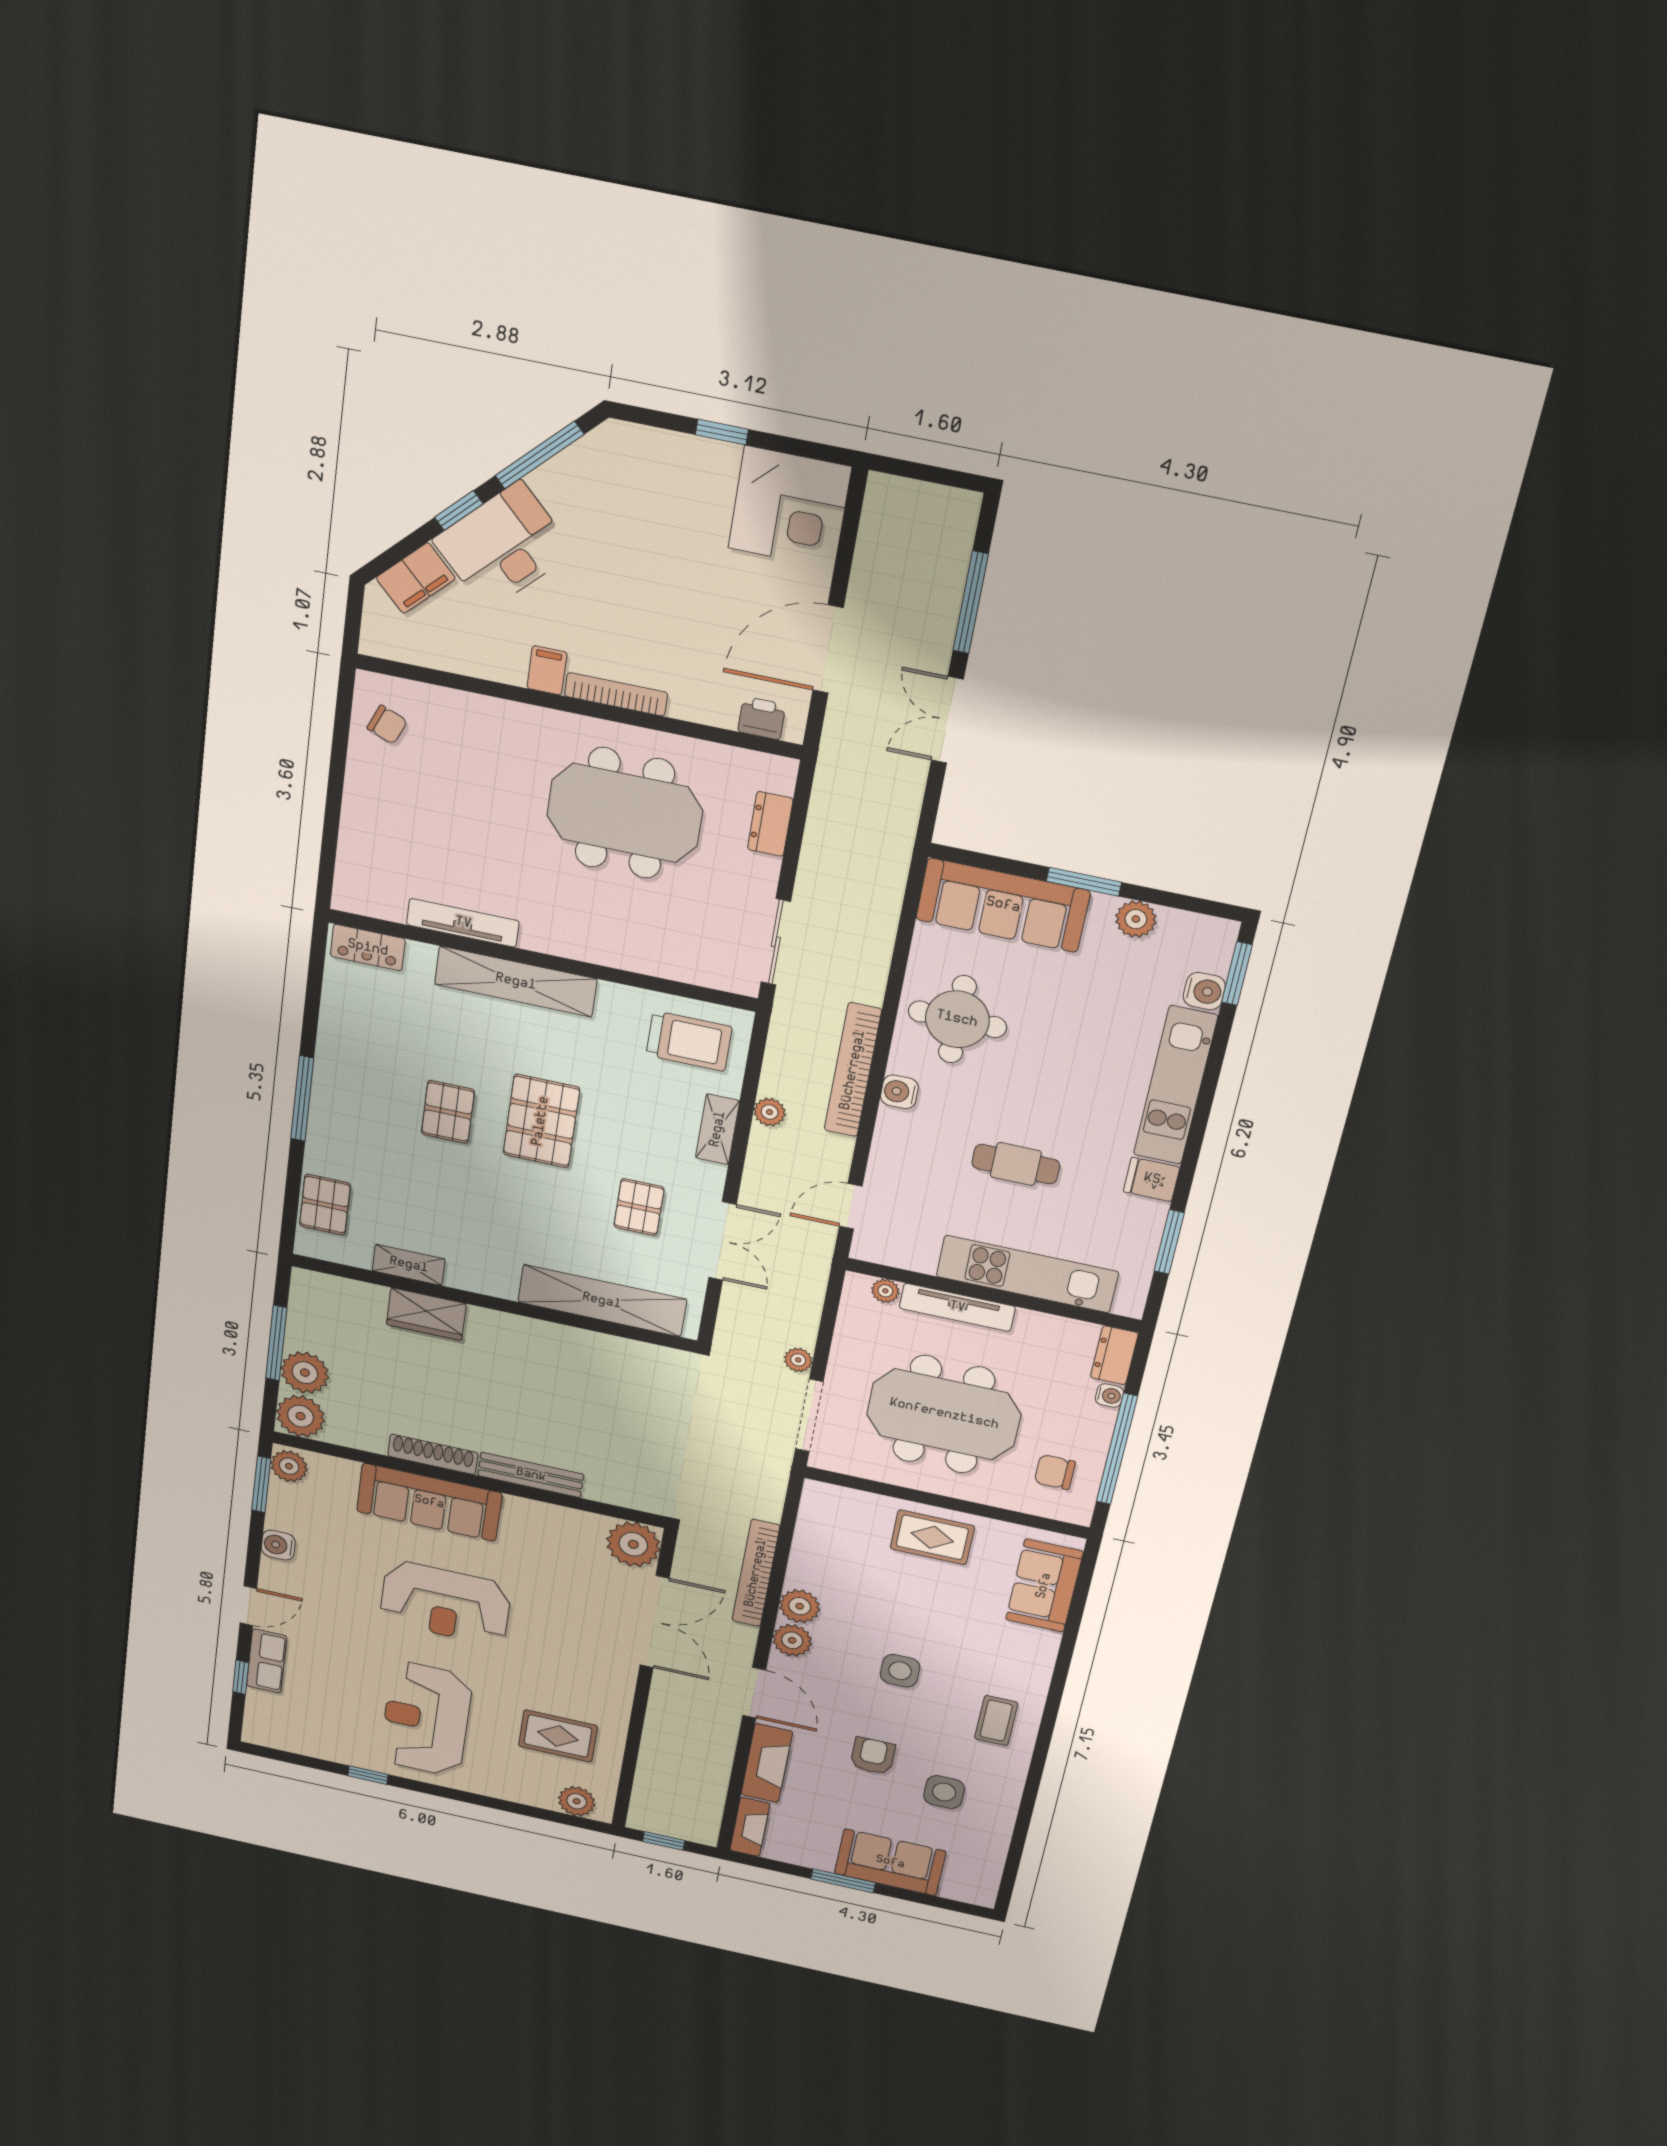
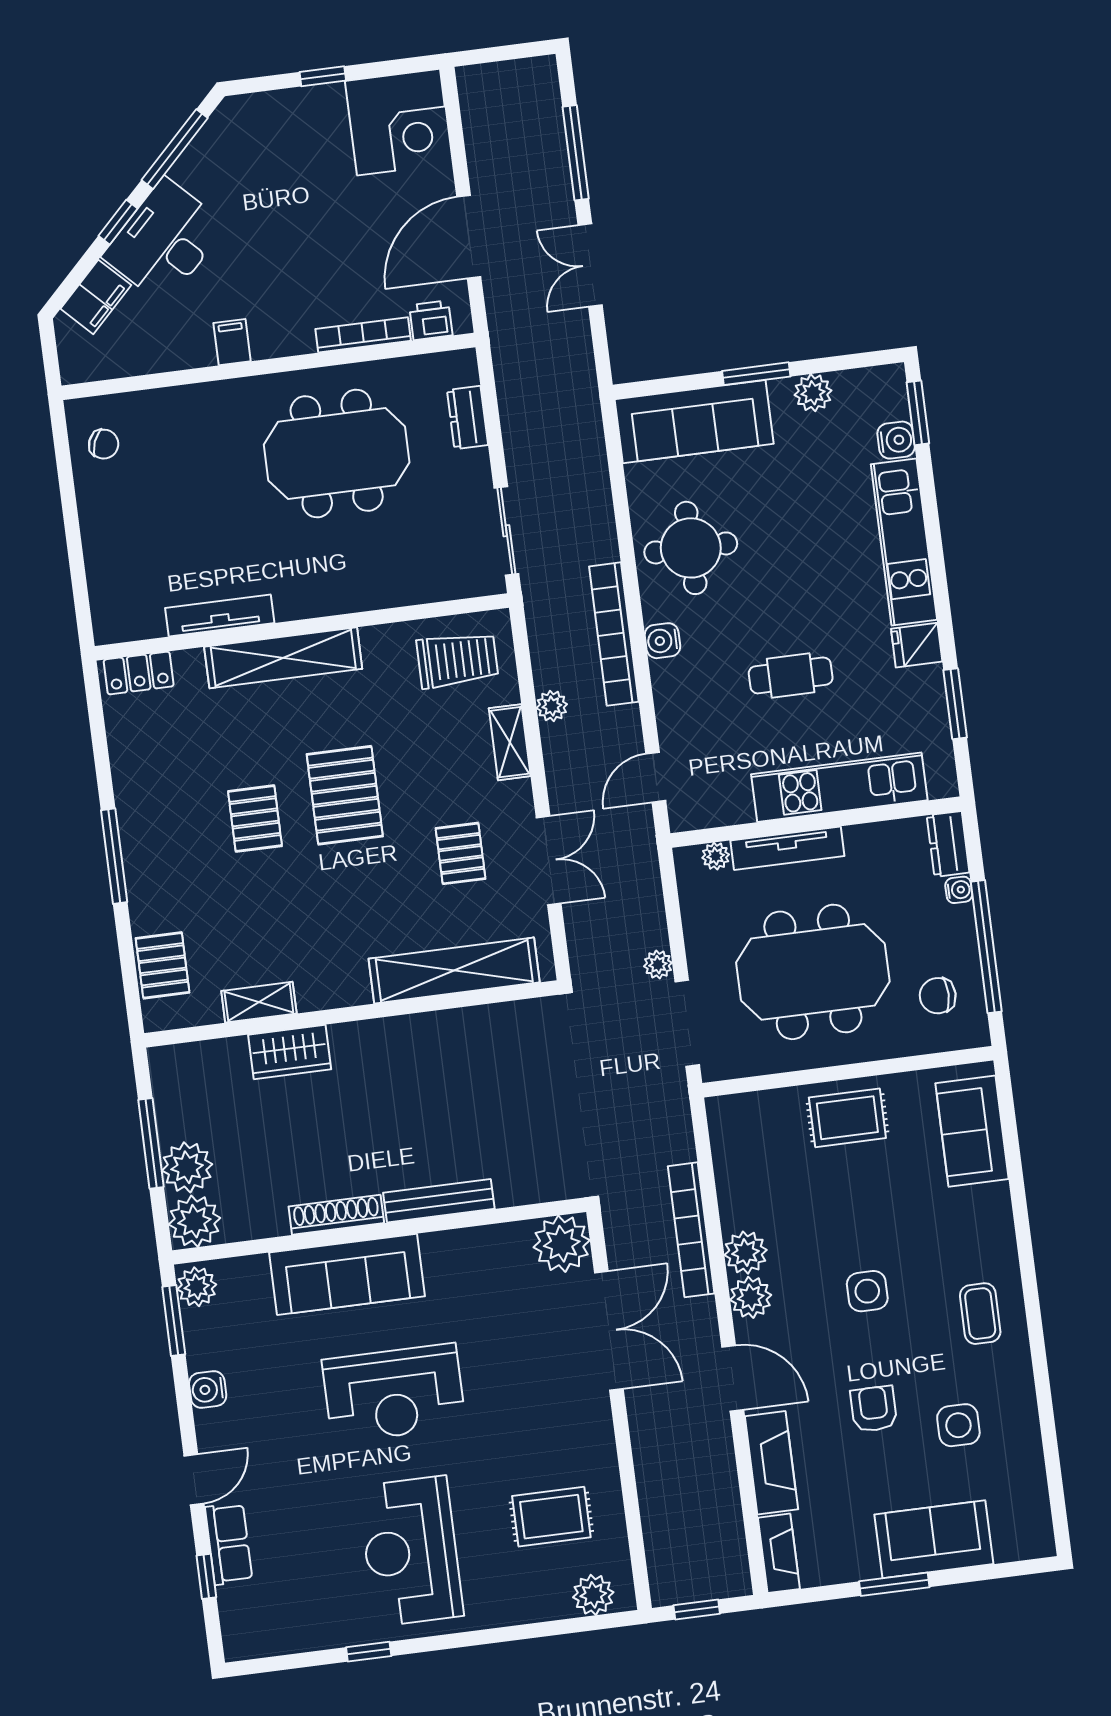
bookcase: (616, 694) -> (363, 335), moved

